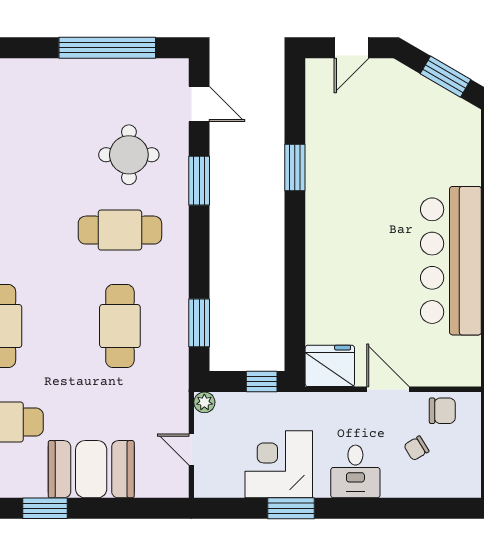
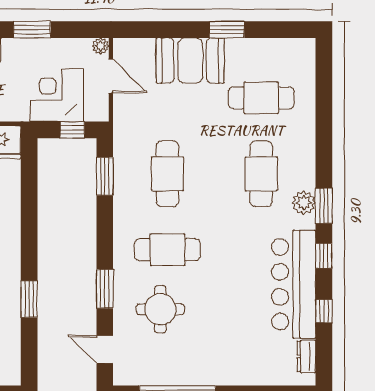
window: (262, 382) -> (72, 130), moved
plant: (204, 402) -> (101, 46), moved
door: (191, 449) -> (111, 76), width x1.38
corner desk: (279, 464) -> (57, 95), moved, turned 180

